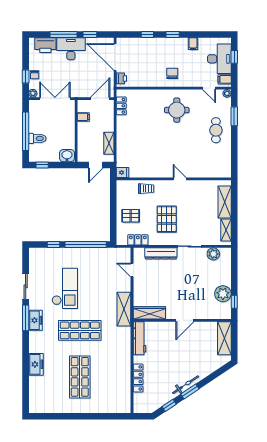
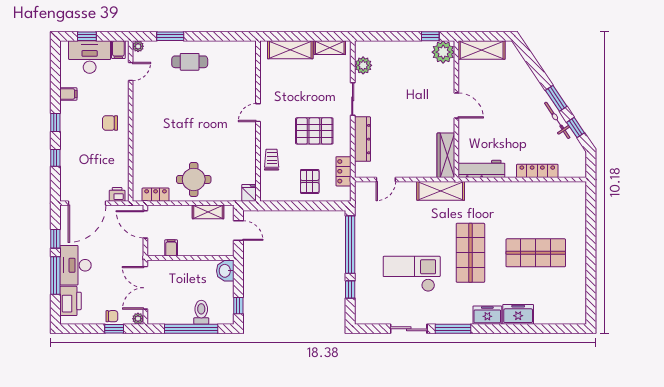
round table: (177, 110) -> (194, 179), moved
plant: (223, 294) -> (443, 52), moved
freezer: (35, 320) -> (487, 315), moved
bicycle: (186, 385) -> (557, 120), moved

